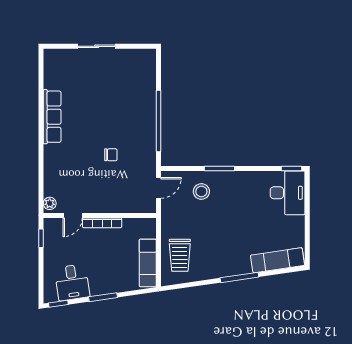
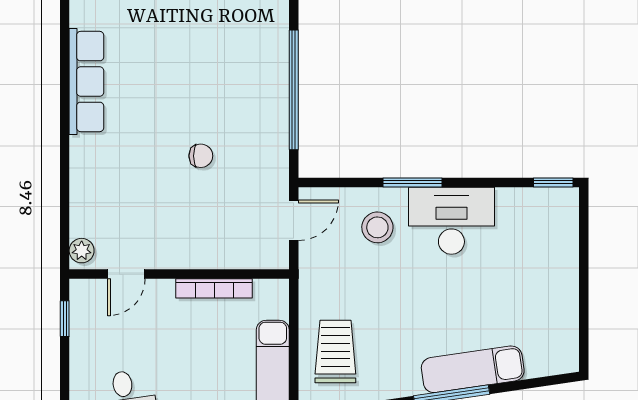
desk: (288, 193) -> (451, 221), moved, turned -90
bookcase: (102, 223) -> (214, 288), moved
trolley: (180, 255) -> (335, 352), turned 180
exam couch: (278, 260) -> (473, 369), moved

